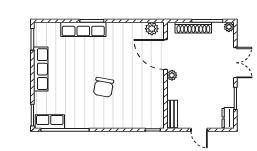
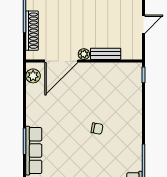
chair: (104, 87) -> (97, 129), width x0.54, depth x0.54
bench: (172, 114) -> (106, 54), moved

